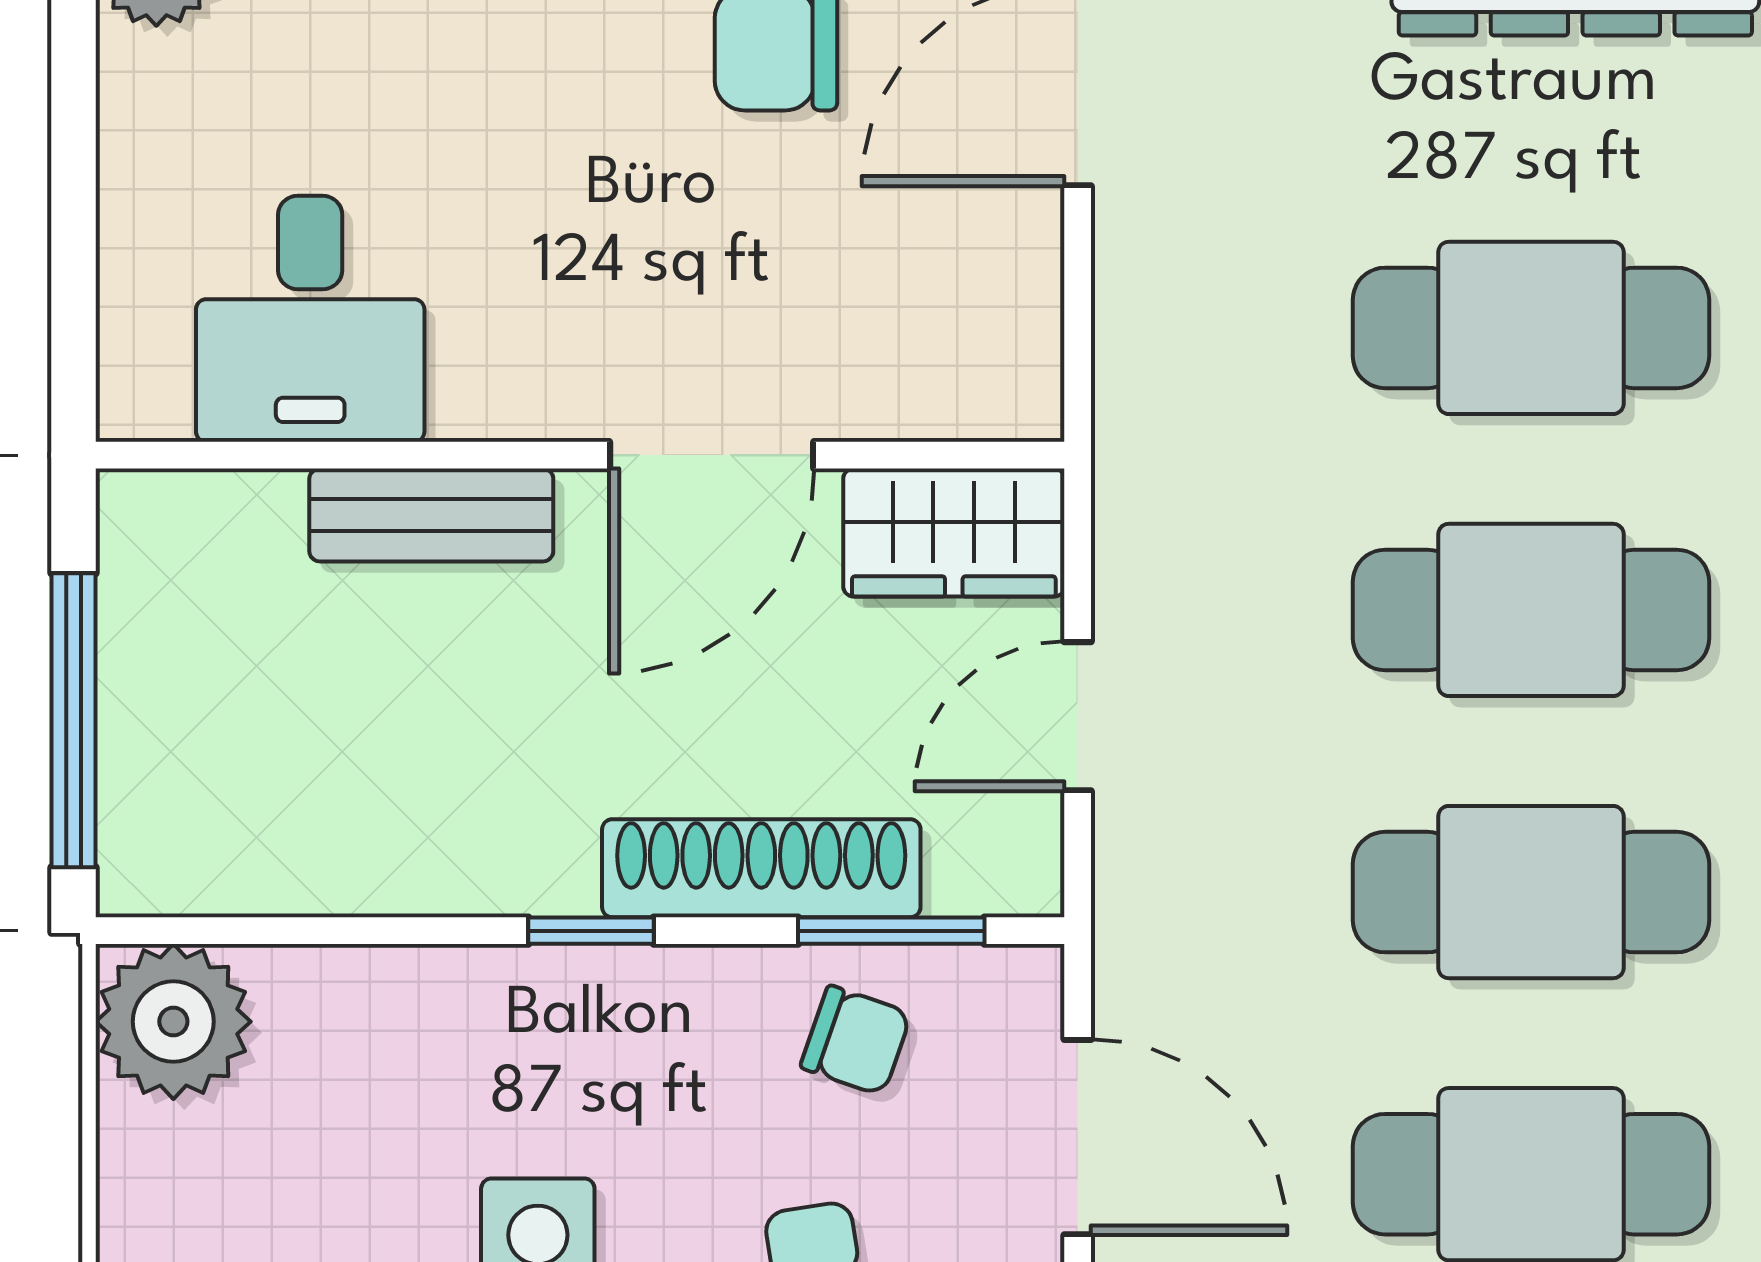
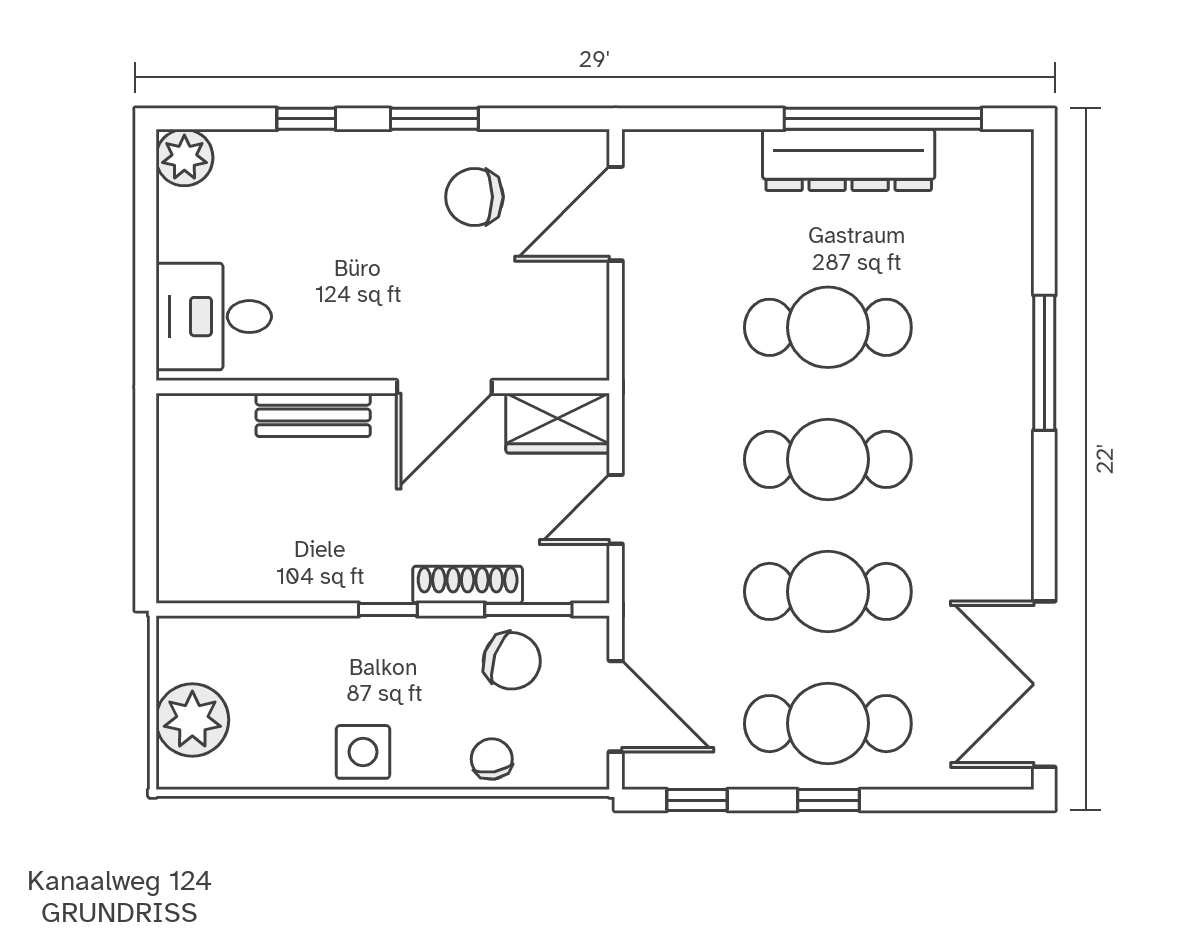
desk: (310, 319) -> (214, 317), moved, turned 90
window: (74, 720) -> (146, 511), removed
shoe rack: (761, 868) -> (468, 585), width x0.74, depth x0.81
plant: (173, 1022) -> (192, 720), moved
chair: (856, 1040) -> (512, 661), width x1.37, depth x1.37

